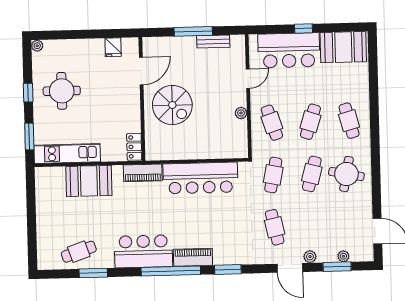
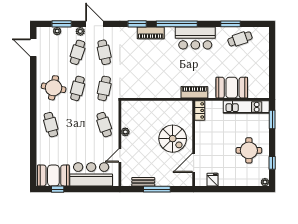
window: (304, 28) -> (58, 189), moved
window: (28, 93) -> (272, 163), moved
spiral stairs: (172, 105) -> (173, 139), turned 180
cafe table: (310, 122) -> (77, 52), moved
bar counter: (200, 178) -> (155, 88), removed
piano: (193, 257) -> (151, 33), moved

